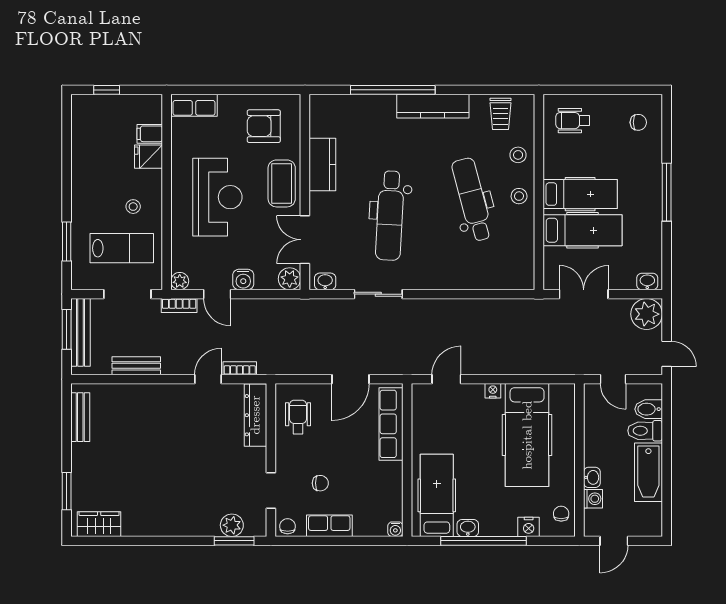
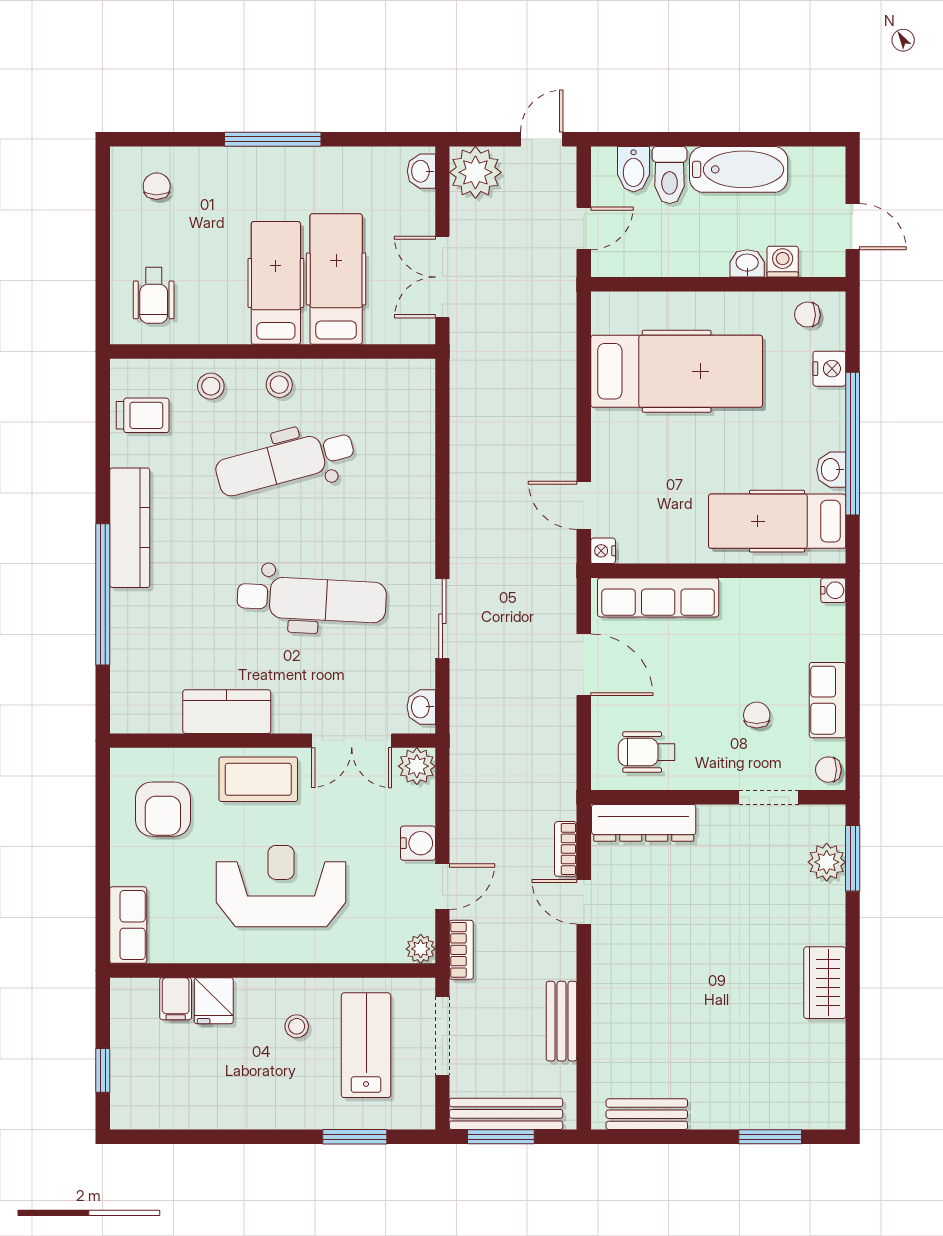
nightstand: (493, 391) -> (603, 551), moved
wardrobe: (99, 524) -> (825, 983), moved

